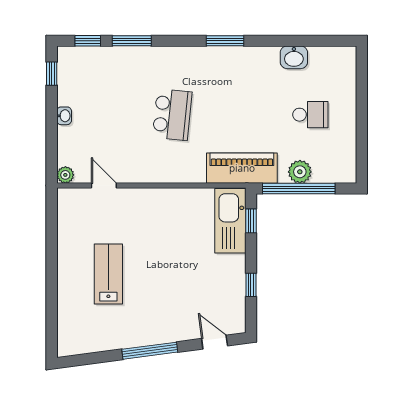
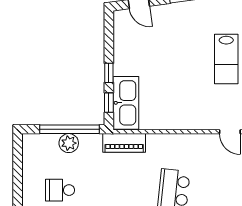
piano: (242, 168) -> (124, 143), width x0.73, depth x0.75
window: (251, 285) -> (109, 73), moved

